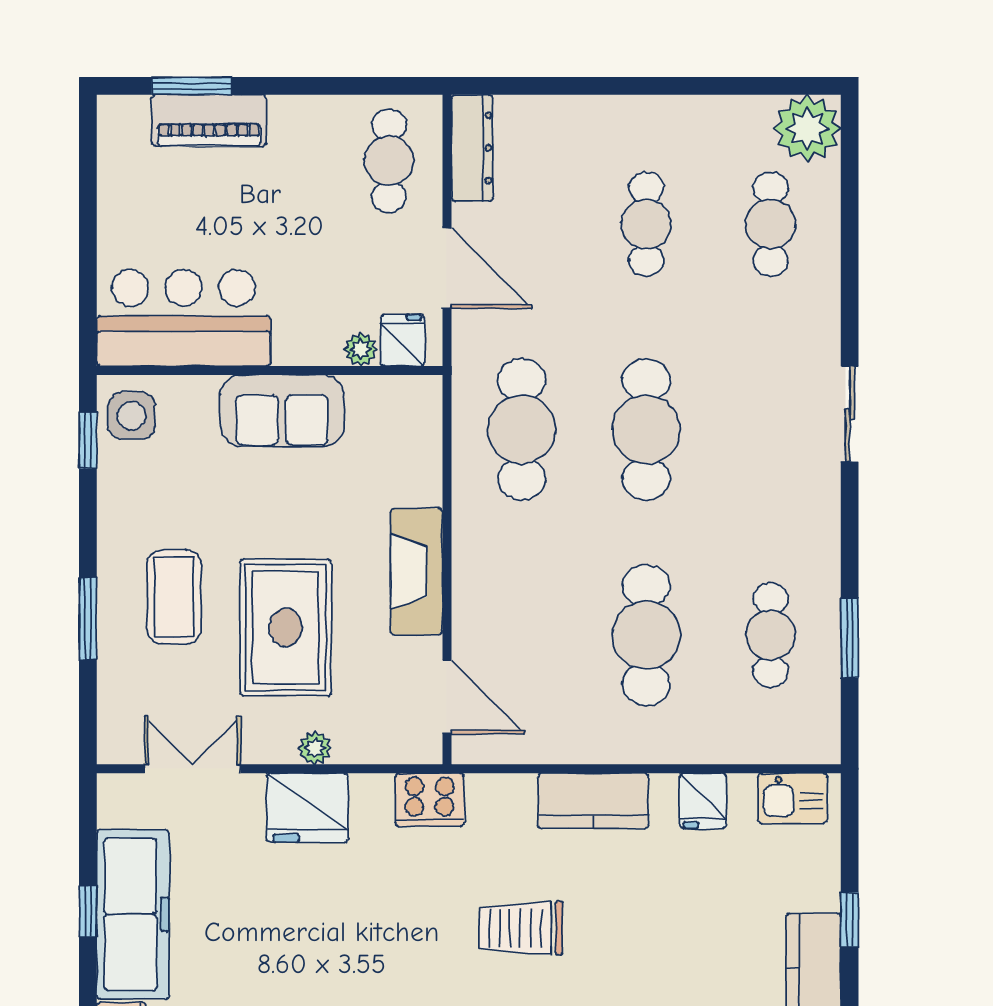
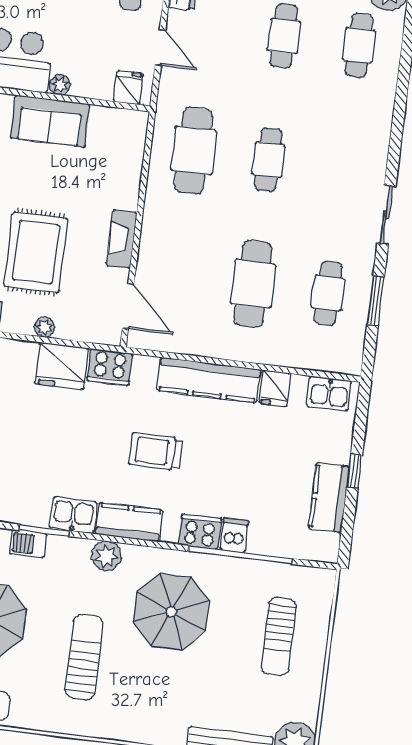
door: (447, 268) -> (160, 48), width x0.73
plant: (361, 349) -> (60, 85), moved
sliding door: (850, 414) -> (386, 215), moved
cafe table: (646, 430) -> (268, 160), width x0.73, depth x0.74
fireplace: (417, 572) -> (122, 239), width x0.73, depth x0.76
kitchen counter: (593, 801) -> (209, 380), width x1.50
fridge: (307, 808) -> (62, 366), moved

